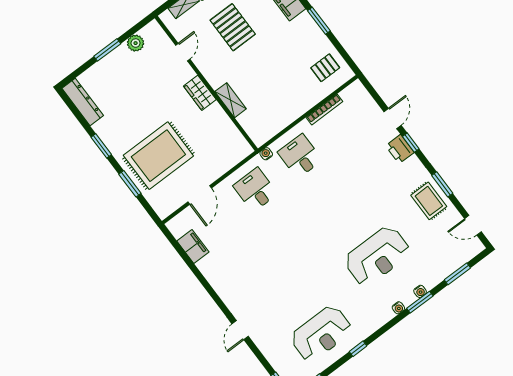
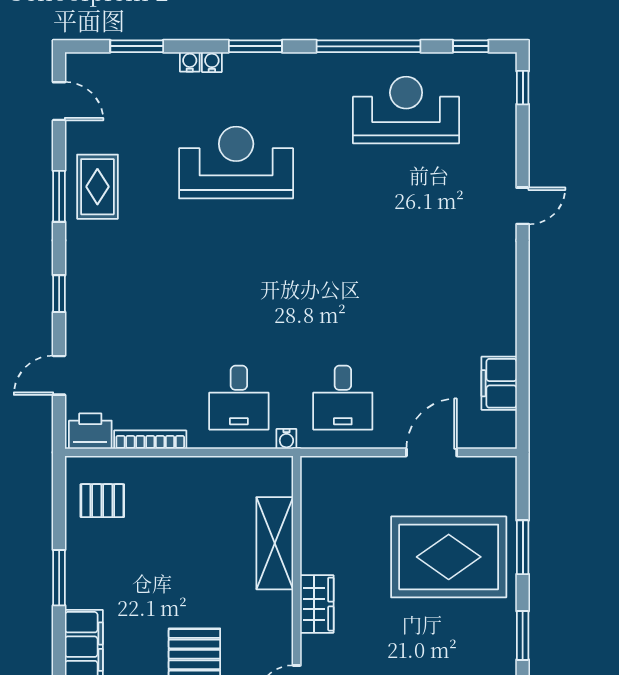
shelving: (231, 100) -> (275, 543), width x1.50, depth x1.33
door: (393, 118) -> (59, 375), moved
printer: (400, 149) -> (90, 431), moved, turned -90
window: (420, 302) -> (255, 46), moved
water cooler: (398, 308) -> (190, 62), moved
window: (358, 349) -> (369, 46), width x3.17

